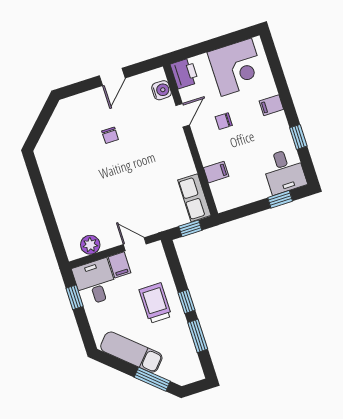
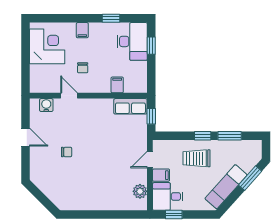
printer: (184, 73) -> (40, 85), removed
desk: (284, 171) -> (132, 41), width x1.37

